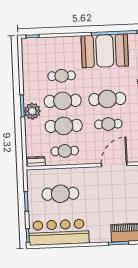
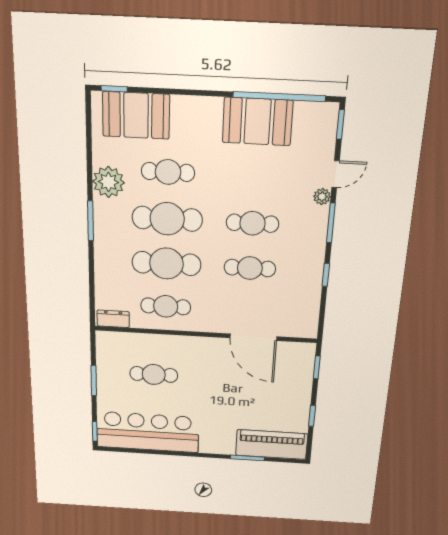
booth: (44, 48) -> (136, 115), added
booth: (105, 51) -> (257, 121), width x0.73, depth x0.70
cafe table: (107, 99) -> (253, 223), width x0.73, depth x0.74
plant: (32, 111) -> (108, 182), moved
door: (114, 164) -> (253, 337), swing flipped
cafe table: (60, 194) -> (154, 374), width x0.73, depth x0.74

